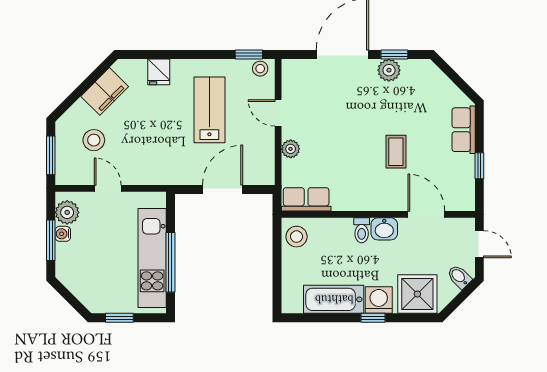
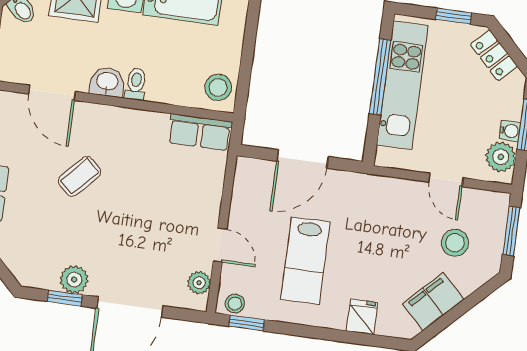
plant: (291, 149) -> (199, 283), moved
coffee table: (396, 152) -> (79, 176), turned 43
locker: (83, 291) -> (494, 55), added

